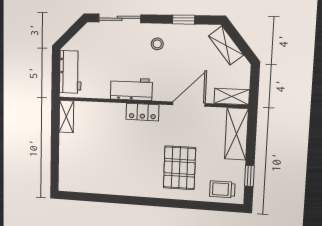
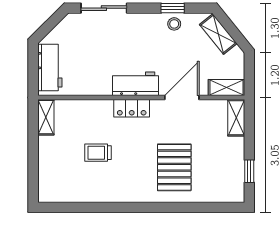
stool: (157, 44) -> (174, 24), moved
workbench: (131, 89) -> (135, 84), moved
shelving: (236, 134) -> (236, 118), width x0.67, depth x0.75
trolley: (222, 189) -> (98, 153), moved

